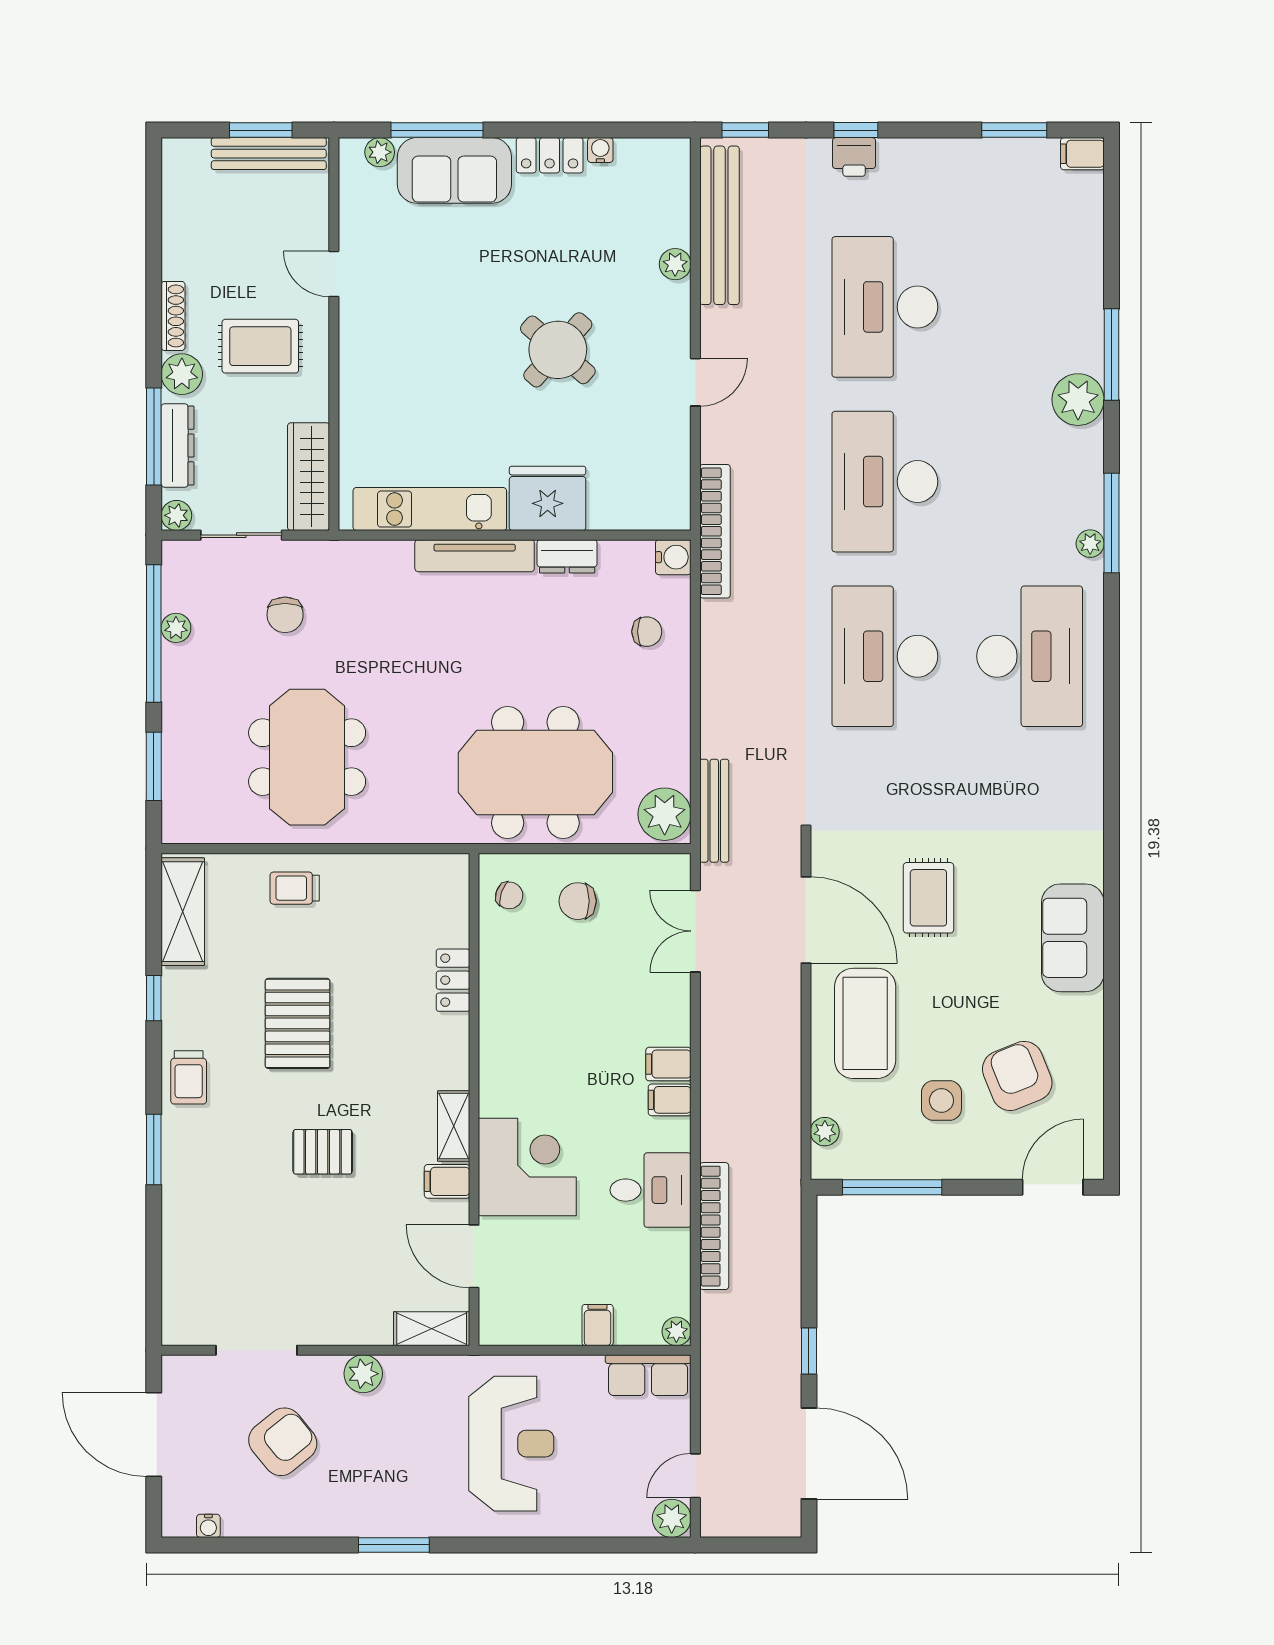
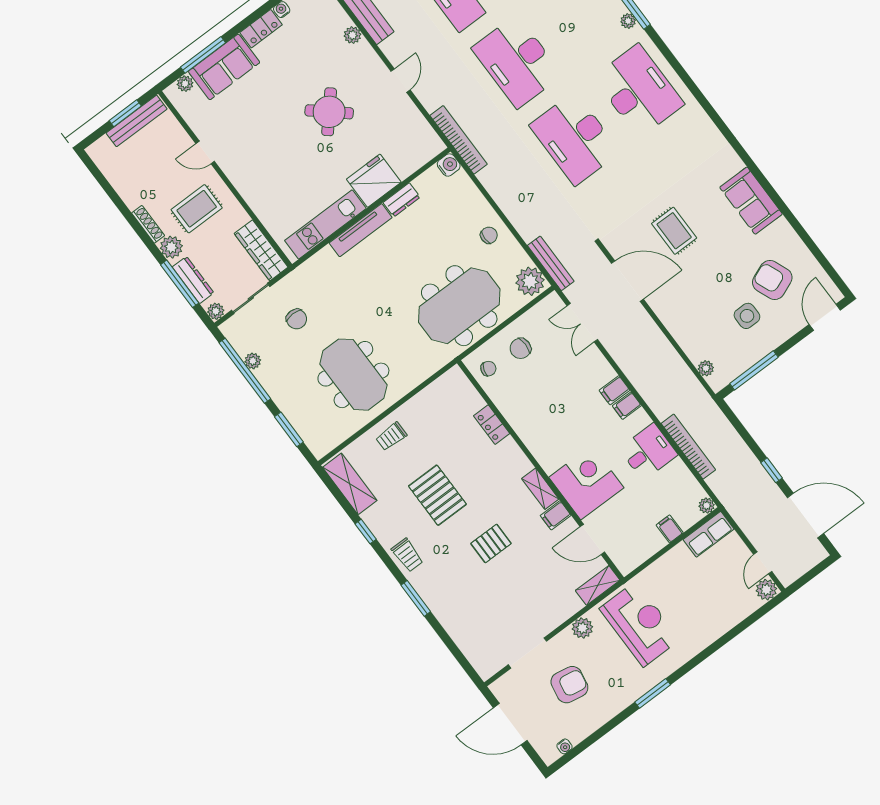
chair: (647, 632) -> (489, 235), moved
coffee table: (865, 1023) -> (688, 307), removed
armchair: (283, 1442) -> (569, 685), turned 49
reception desk: (511, 1444) -> (640, 624), moved

